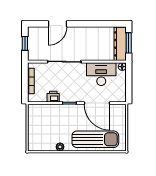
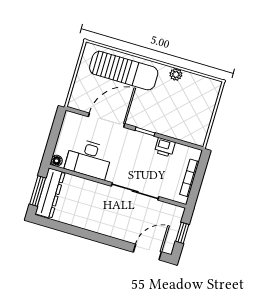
door: (57, 24) -> (147, 252), moved
door: (97, 103) -> (107, 120), hinge flipped
sun lounger: (95, 139) -> (124, 71), turned 180

